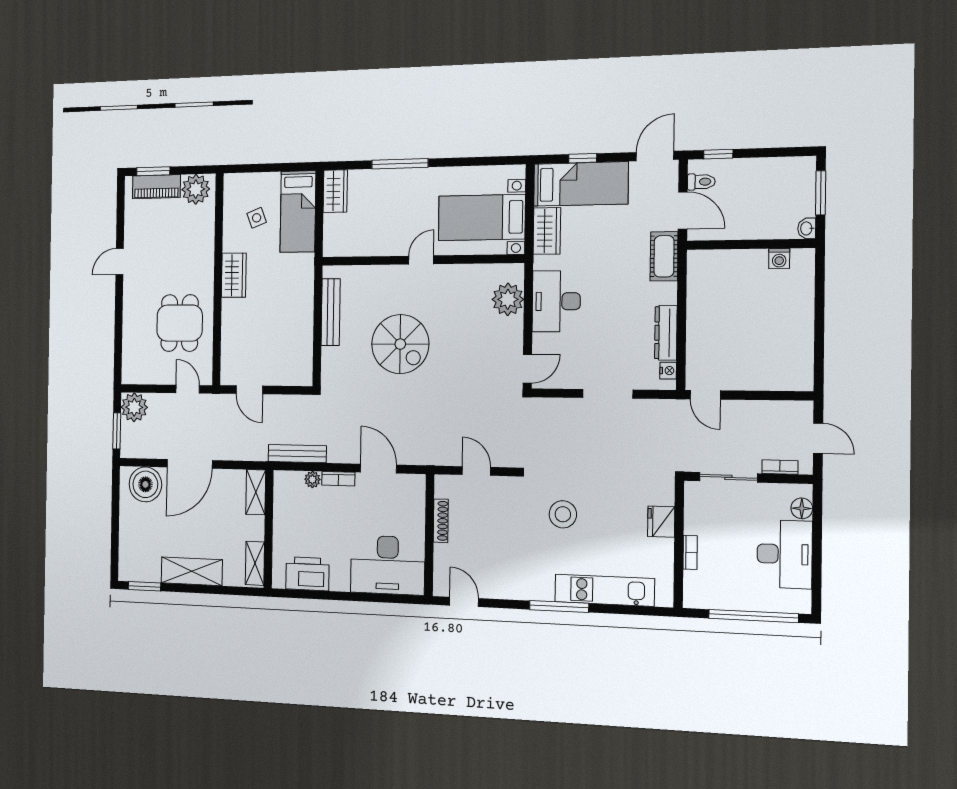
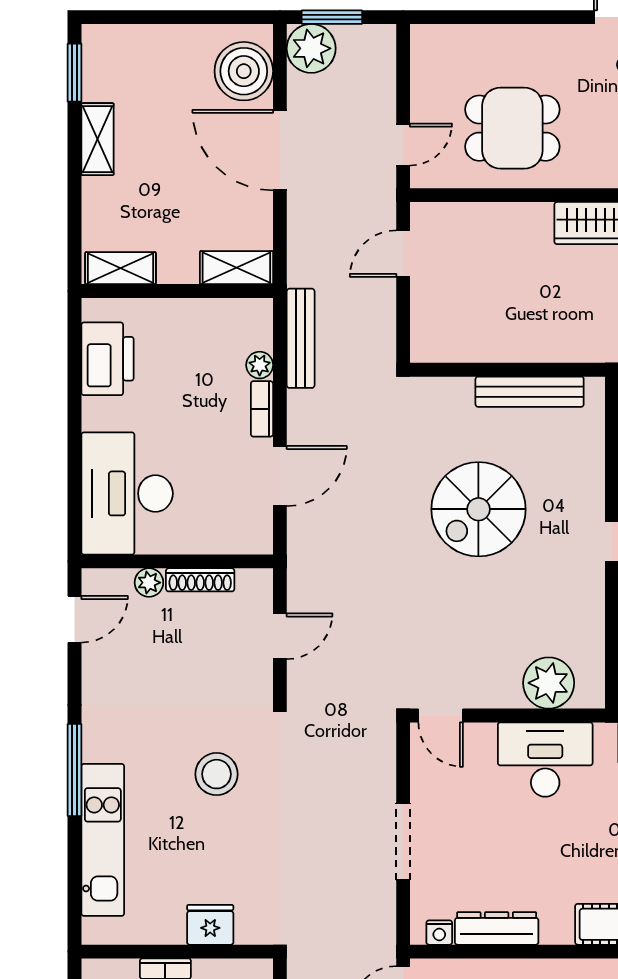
plant: (134, 407) -> (311, 48), moved
plant: (442, 553) -> (149, 583), added
shelving: (192, 571) -> (98, 139), width x0.67, depth x0.75

